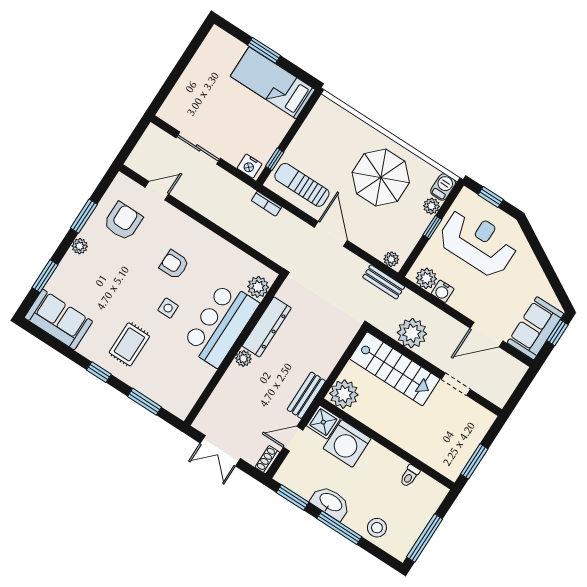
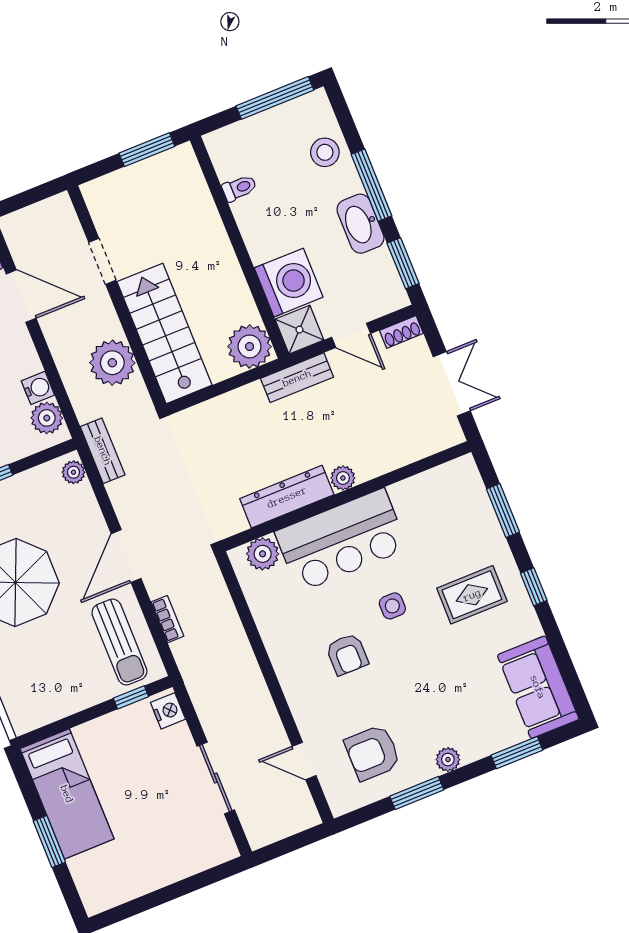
bookcase: (266, 204) -> (167, 619), moved

